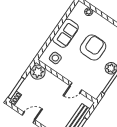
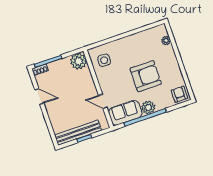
sofa: (66, 33) -> (125, 113), moved, turned 180

